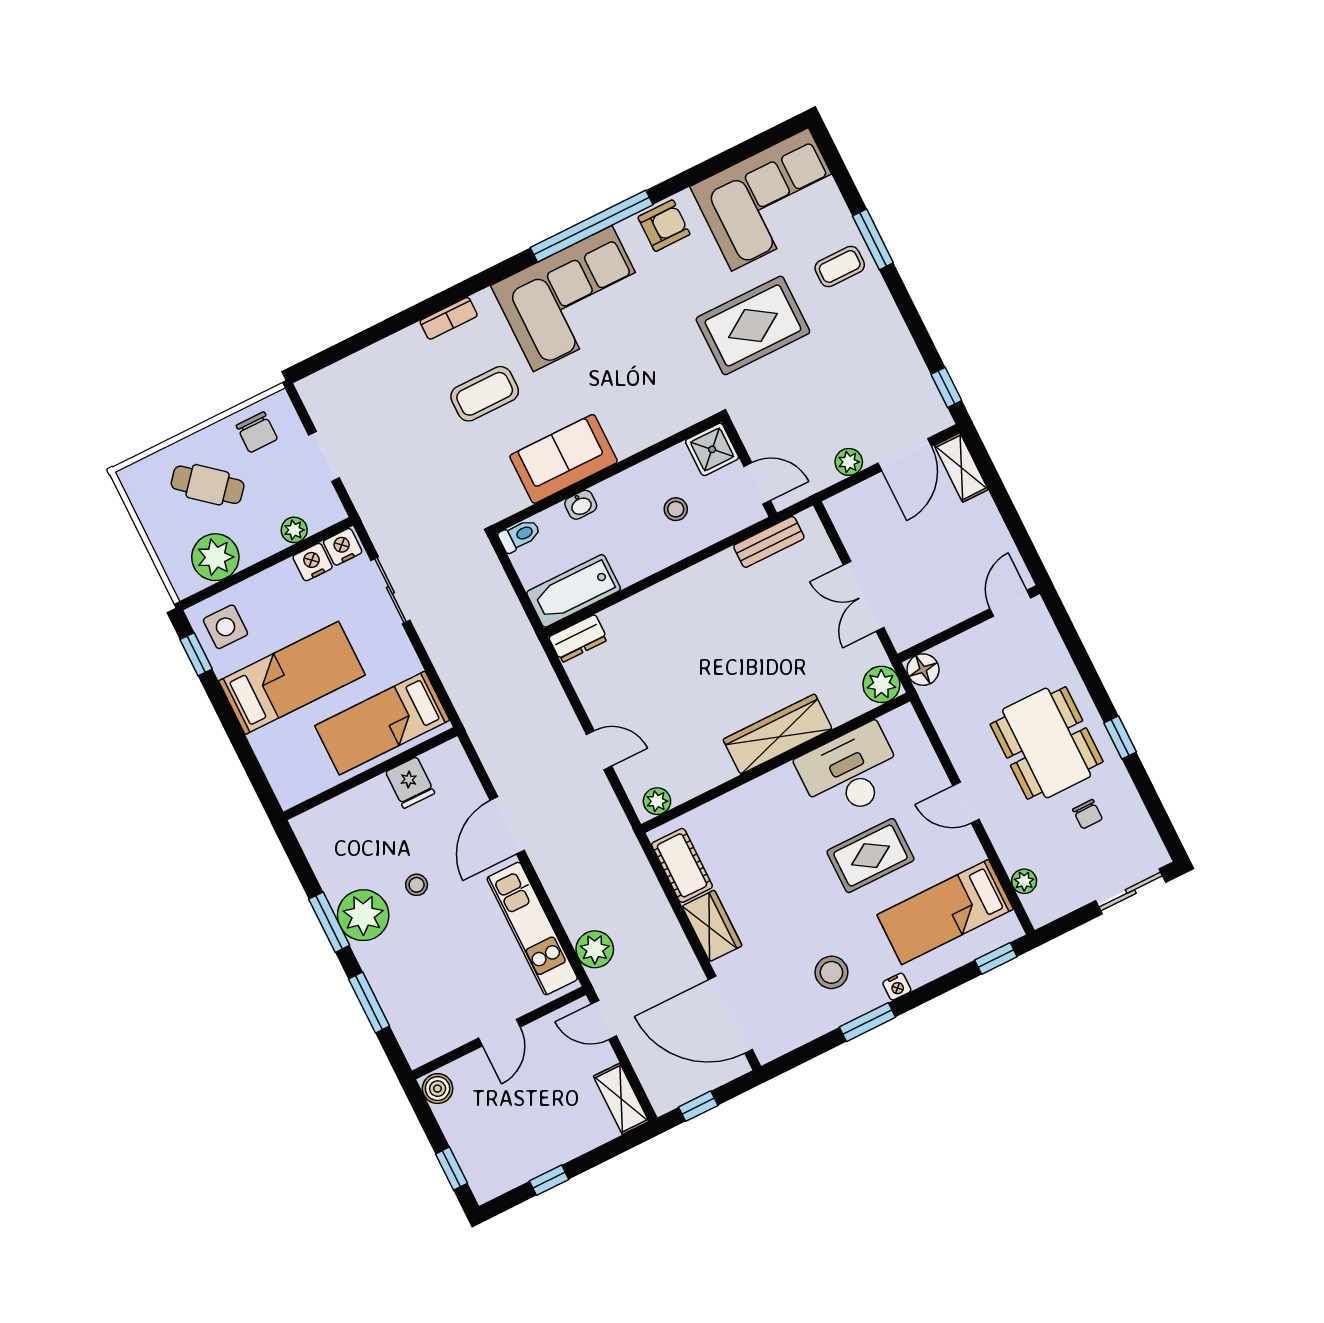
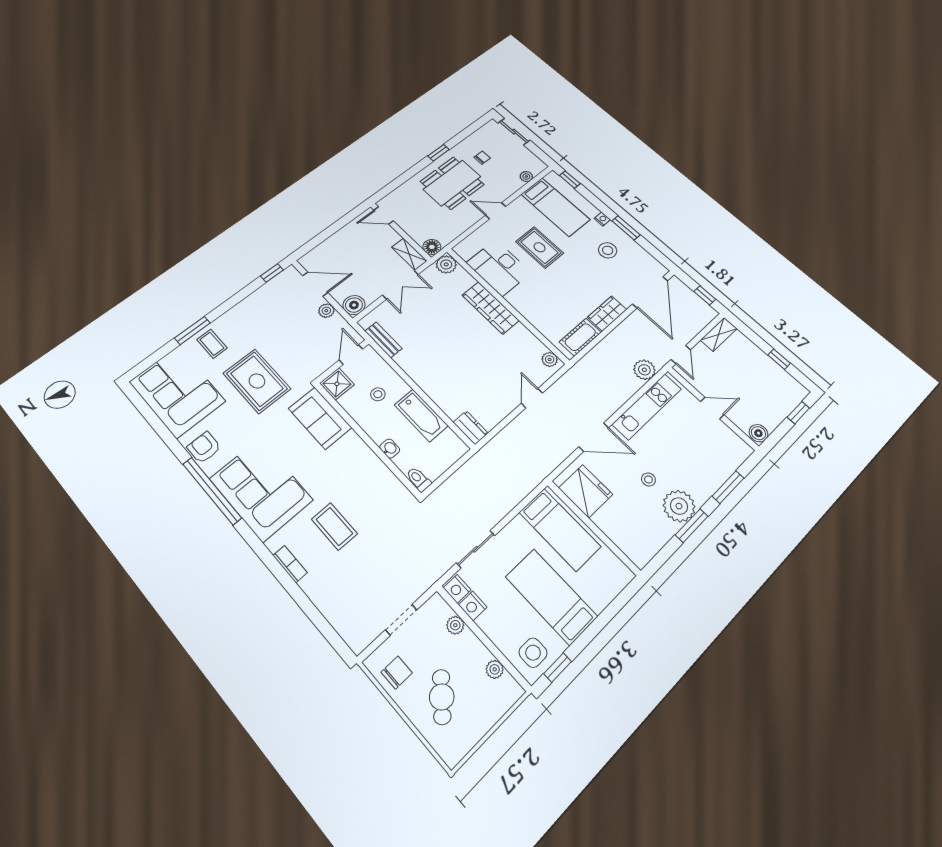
sofa: (564, 459) -> (320, 418), moved
shelving: (961, 468) -> (409, 254), moved, turned 90
boiler: (847, 510) -> (354, 305), added
plant: (215, 557) -> (495, 669), width x0.53, depth x0.53
bathtub: (574, 591) -> (421, 415), moved
fridge: (410, 783) -> (586, 491), width x1.88, depth x1.34
door: (966, 803) -> (496, 211), swing flipped

